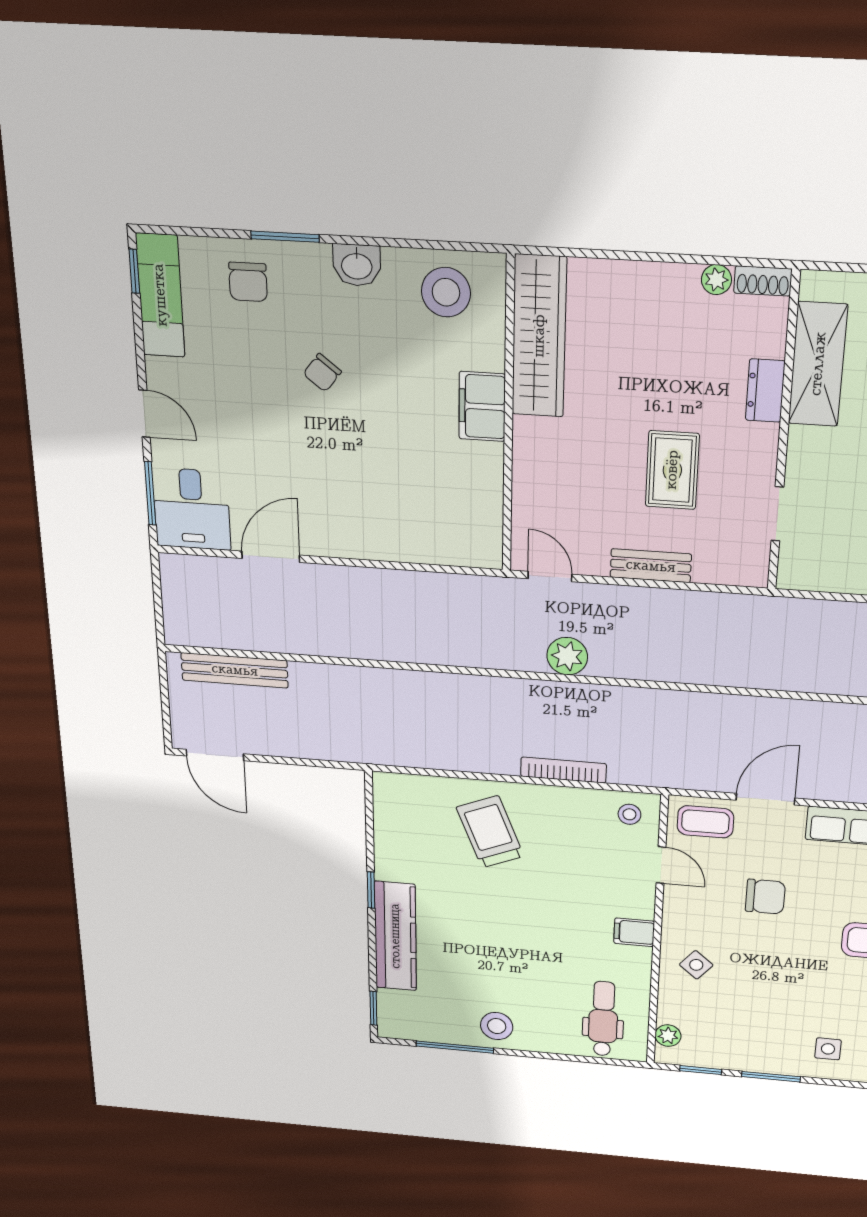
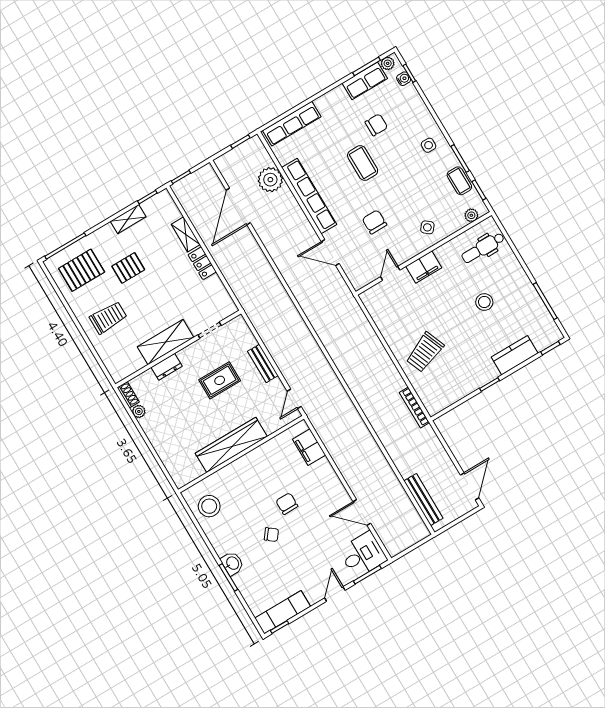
washbasin: (357, 265) -> (232, 563), moved
chair: (248, 282) -> (287, 504), moved, turned -90
wardrobe: (539, 336) -> (231, 445), moved
shelving: (818, 364) -> (165, 342), moved
filing cabinet: (482, 407) -> (309, 447), moved, turned 90
plant: (567, 656) -> (323, 371), removed
bookcase: (563, 770) -> (414, 407), moved
stool: (629, 814) -> (376, 301), removed
coffee table: (705, 822) -> (459, 181), moved
filing cabinet: (634, 932) -> (424, 267), width x2.00
kitchen counter: (395, 936) -> (515, 355), width x0.67
stool: (497, 1026) -> (484, 302), moved

